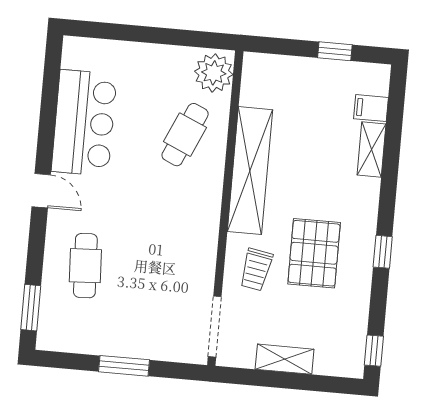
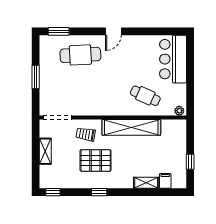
plant: (214, 73) -> (179, 111), width x0.53, depth x0.53
bar counter: (84, 123) -> (173, 59), moved, turned 90
cafe table: (85, 266) -> (80, 55), width x1.37, depth x1.35

